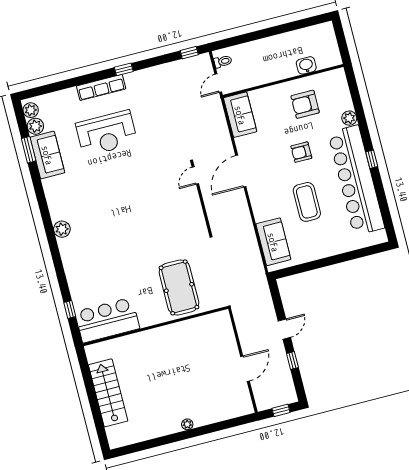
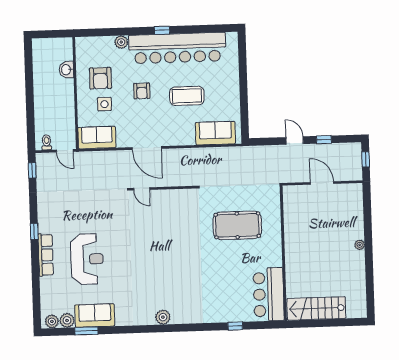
side table: (278, 115) -> (104, 104), added
bar counter: (107, 320) -> (269, 294), moved
wall: (155, 326) -> (283, 253), moved

